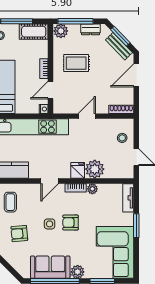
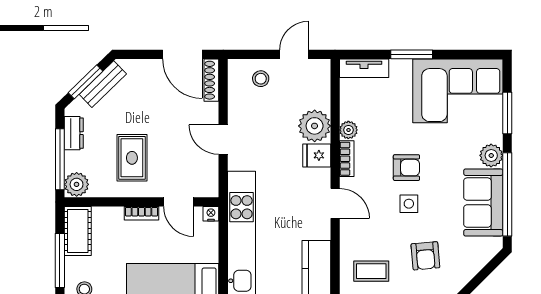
door: (136, 75) -> (182, 54), moved
armchair: (71, 223) -> (406, 168), turned -90

